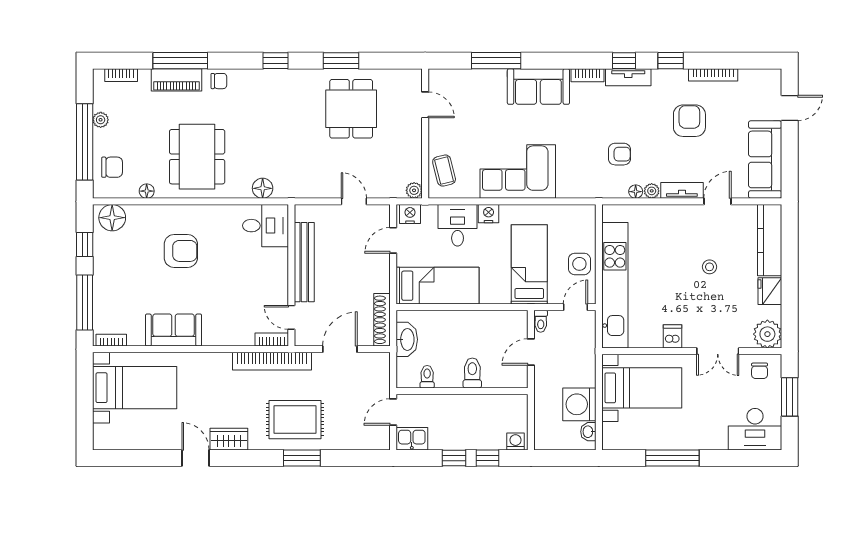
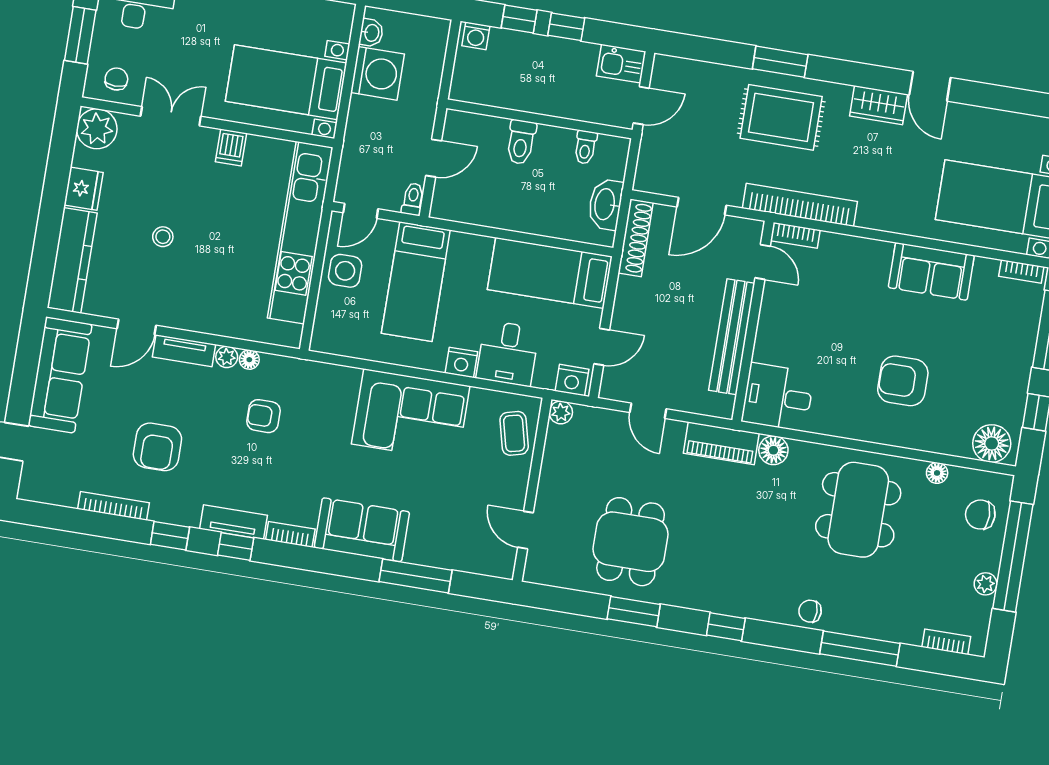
piano: (176, 80) -> (721, 443), moved, turned 180

